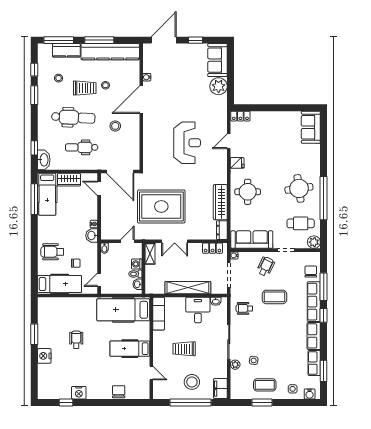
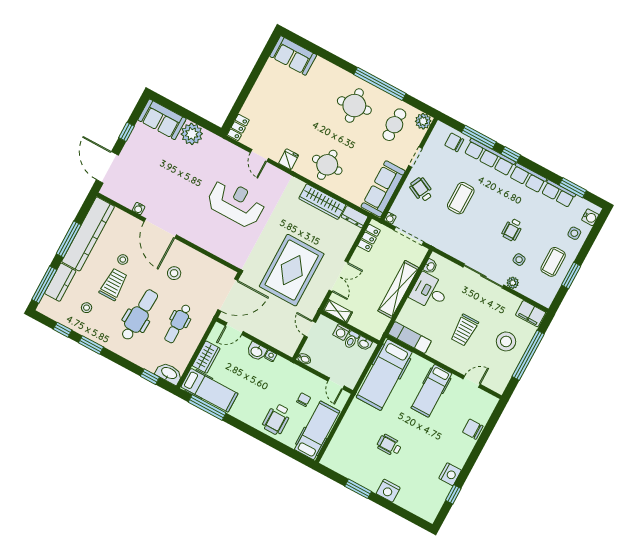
washbasin: (92, 235) -> (257, 351), moved
wheelchair: (244, 308) -> (512, 230), moved

